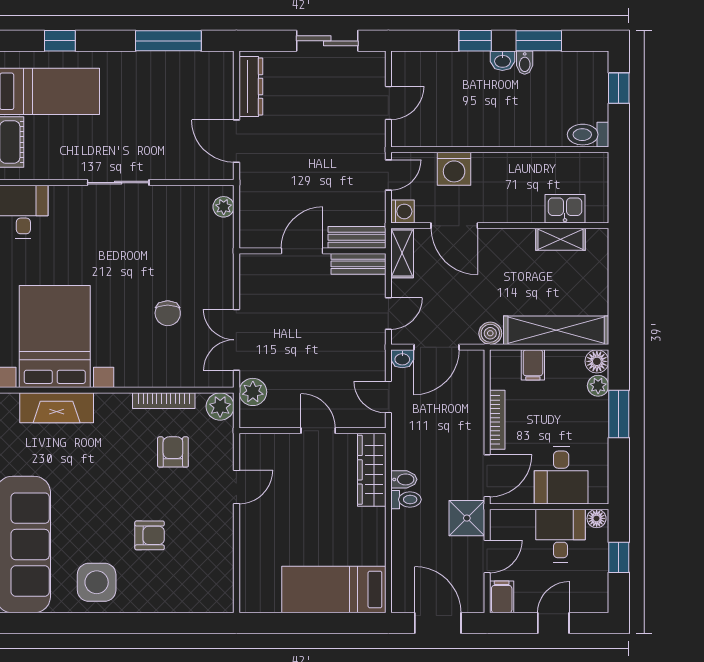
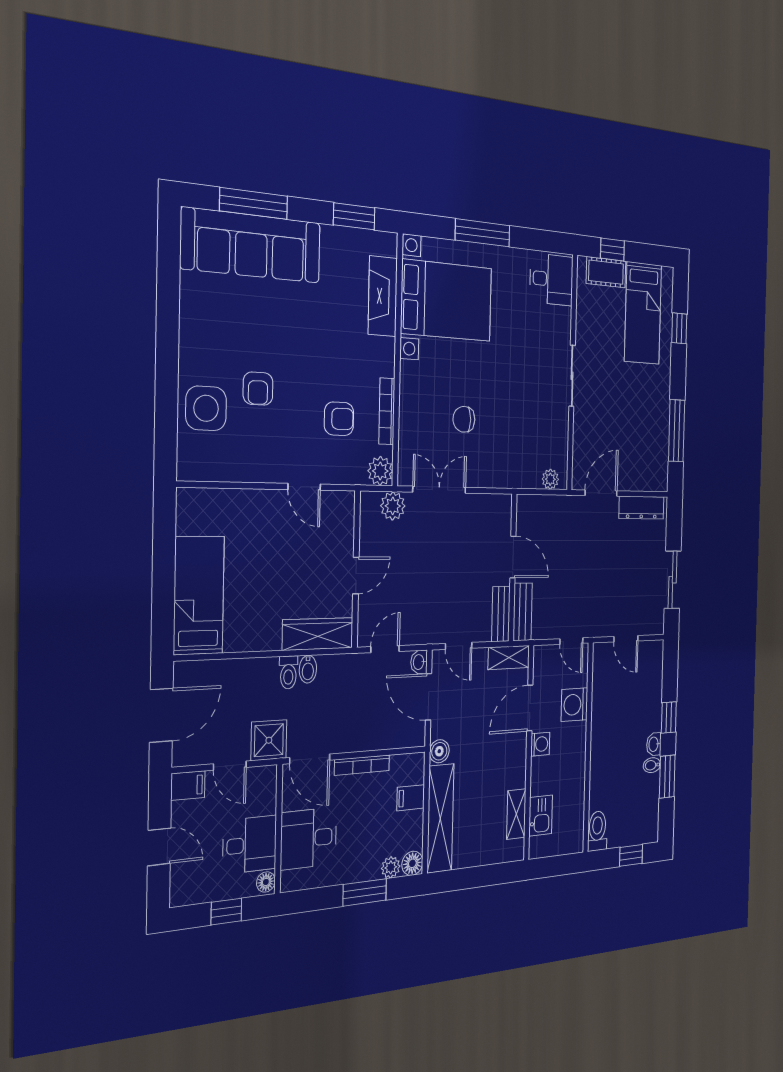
washing machine: (403, 211) -> (540, 744), moved, turned -90
side table: (97, 582) -> (206, 408), moved

